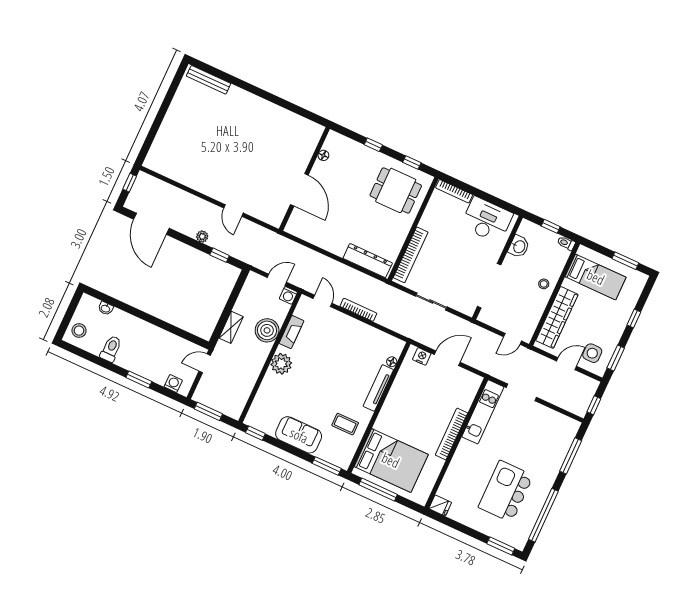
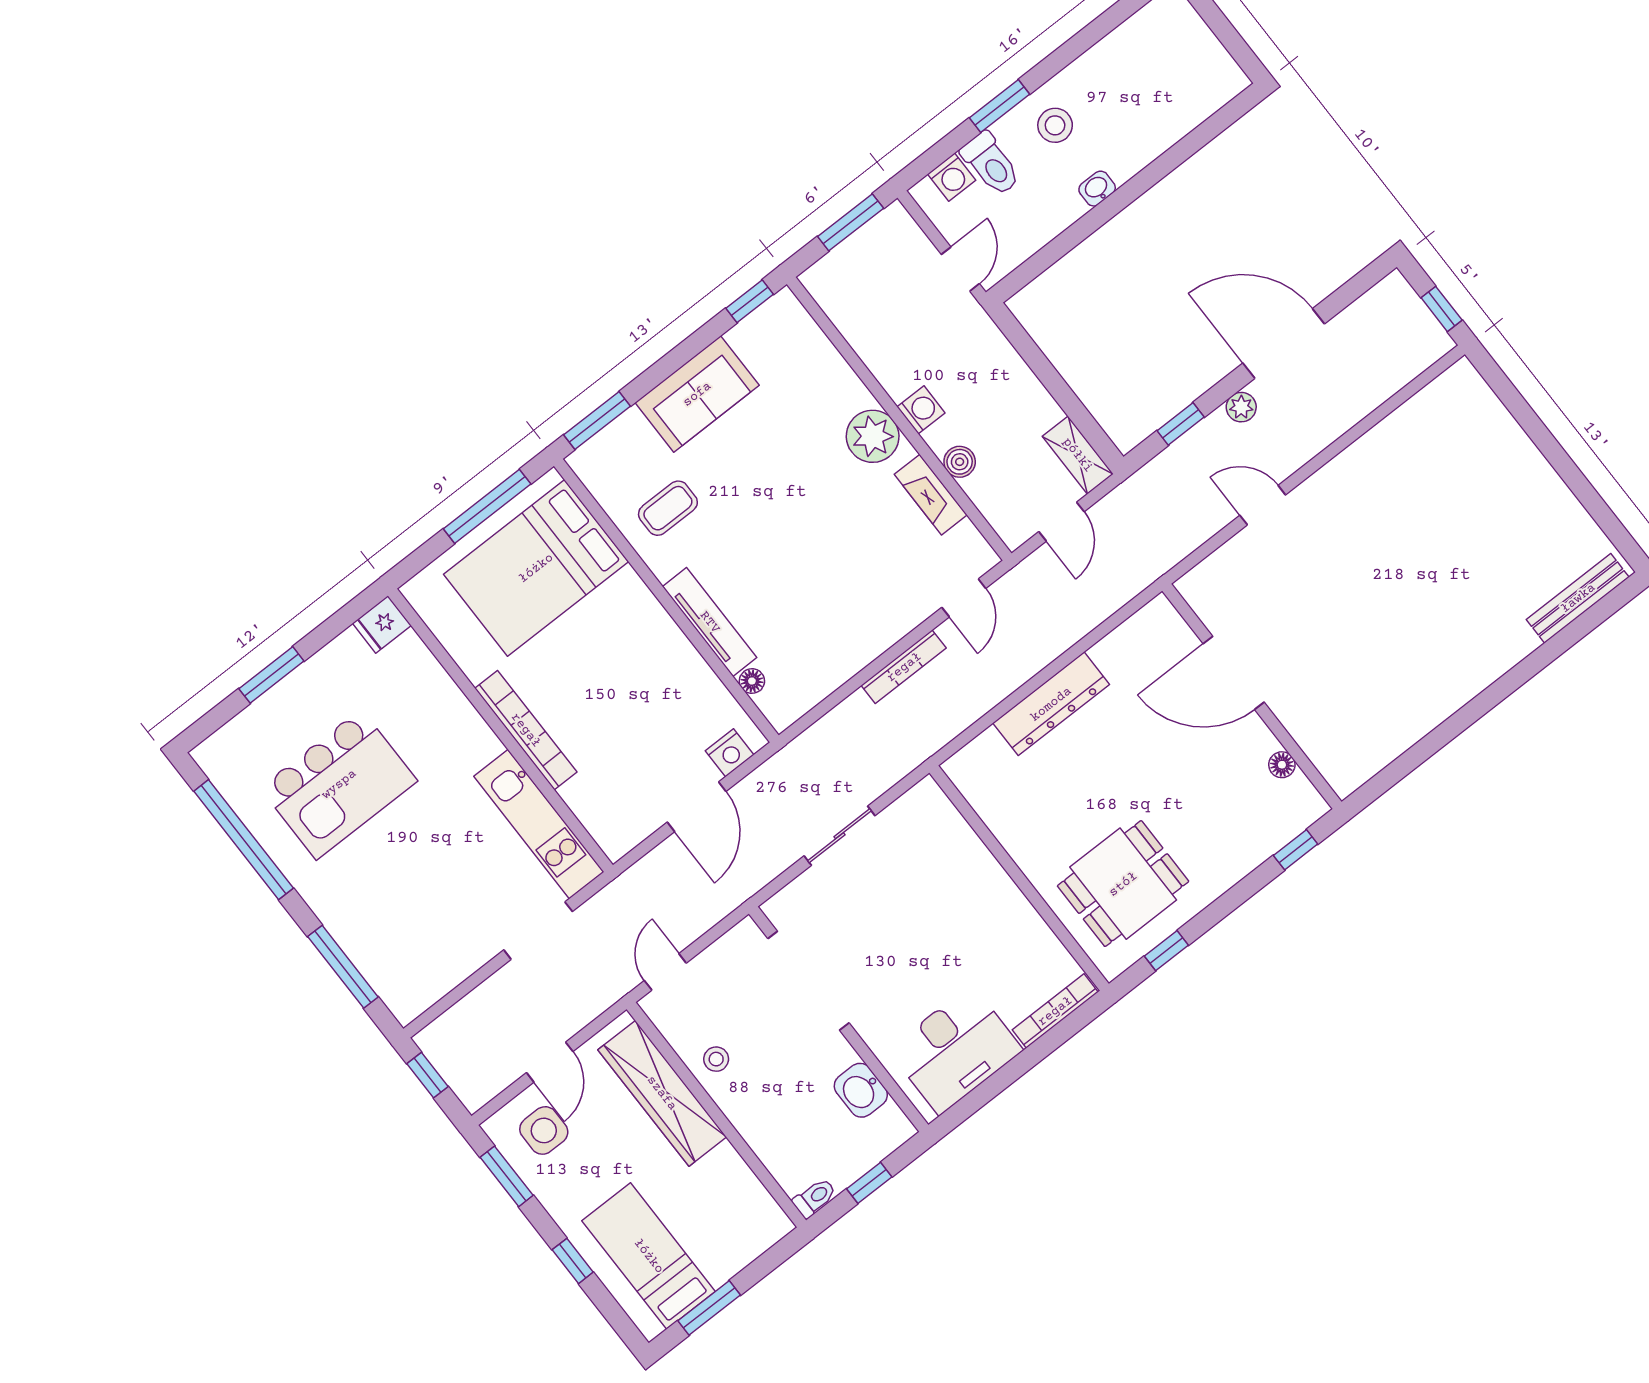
window: (373, 145) -> (1296, 850), moved
door: (151, 224) -> (1284, 343), moved
bookcase: (411, 255) -> (965, 843), removed
dresser: (368, 261) -> (1051, 704), moved
bed: (596, 277) -> (649, 1256), moved, turned 90
stool: (544, 284) -> (716, 1059), moved
washing machine: (288, 295) -> (921, 410), moved, turned 90
door: (322, 301) -> (964, 598), hinge flipped
washbasin: (106, 308) -> (1097, 189), moved
shelving: (231, 327) -> (1078, 455), moved
boiler: (267, 330) -> (960, 462), width x0.54, depth x0.54
stool: (79, 331) -> (1055, 125), moved
toilet: (111, 349) -> (991, 164), moved
kitchen island: (506, 491) -> (339, 784), turned 90
window: (501, 546) -> (271, 675), moved

